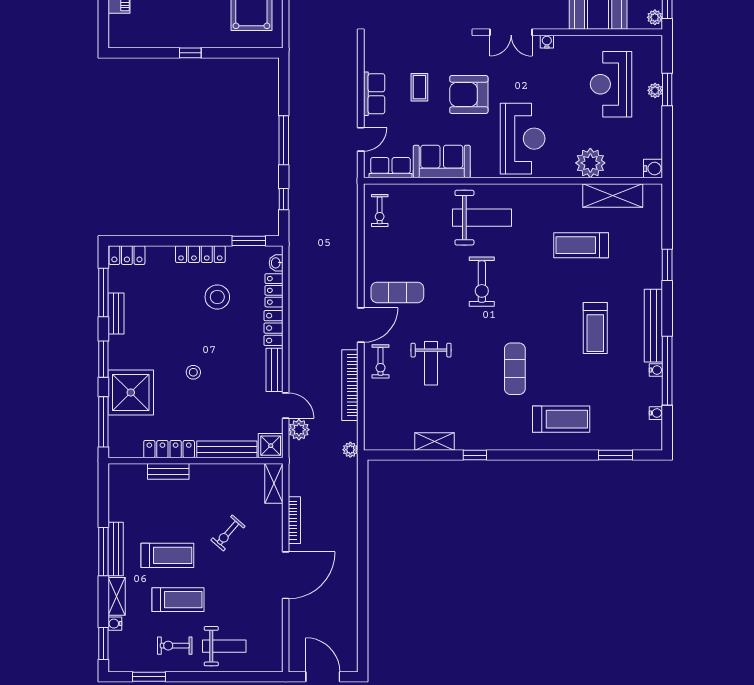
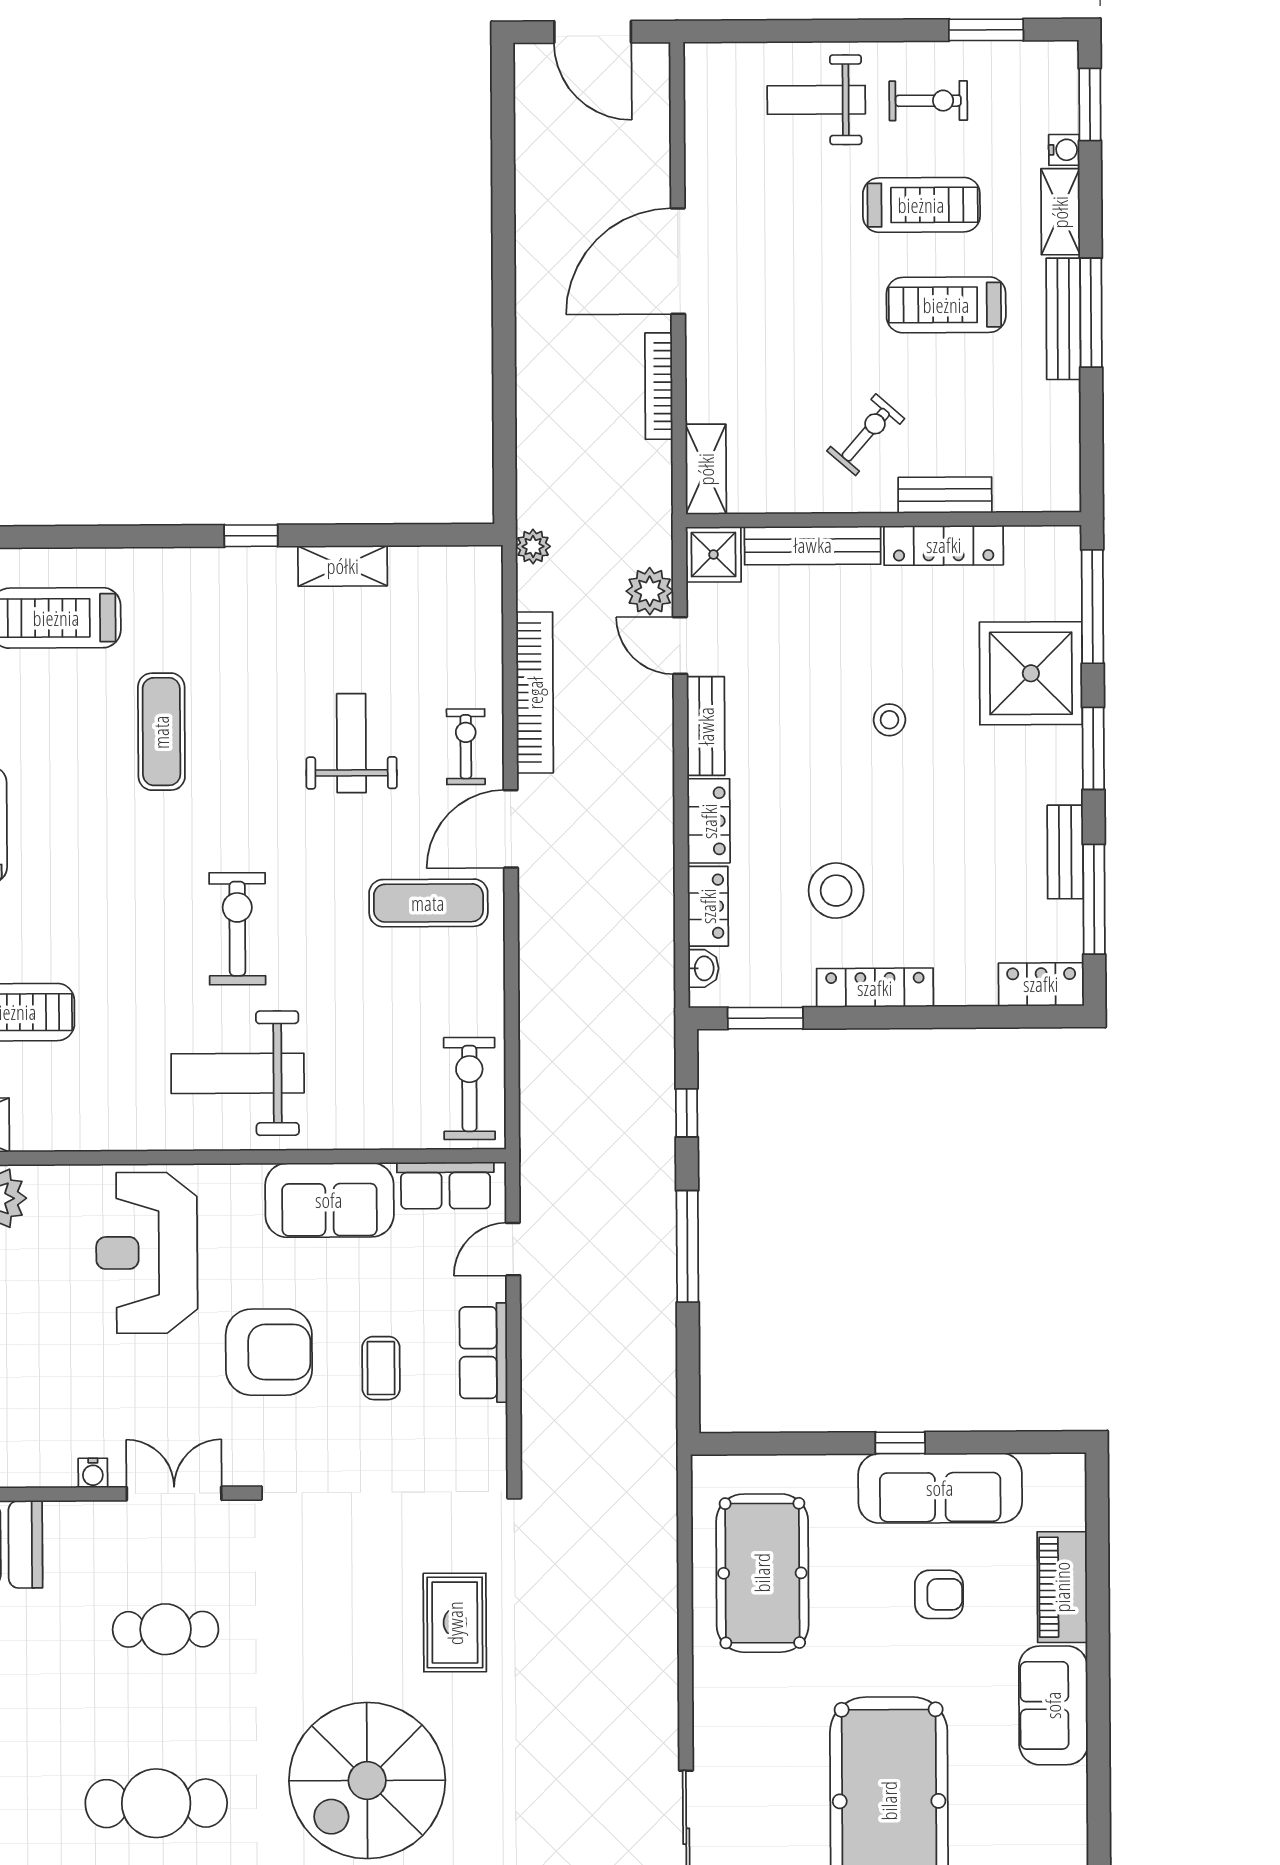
sofa: (173, 33) -> (940, 1488), added
exercise bike: (380, 210) -> (469, 1088), width x1.38, depth x1.39
exercise bike: (228, 533) -> (866, 435), moved
treadmill: (178, 600) -> (921, 205), turned 180

